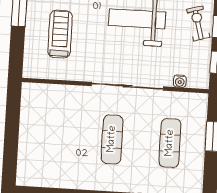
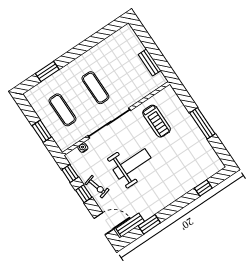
treadmill: (60, 34) -> (157, 121), moved
bench: (27, 121) -> (150, 62), added

